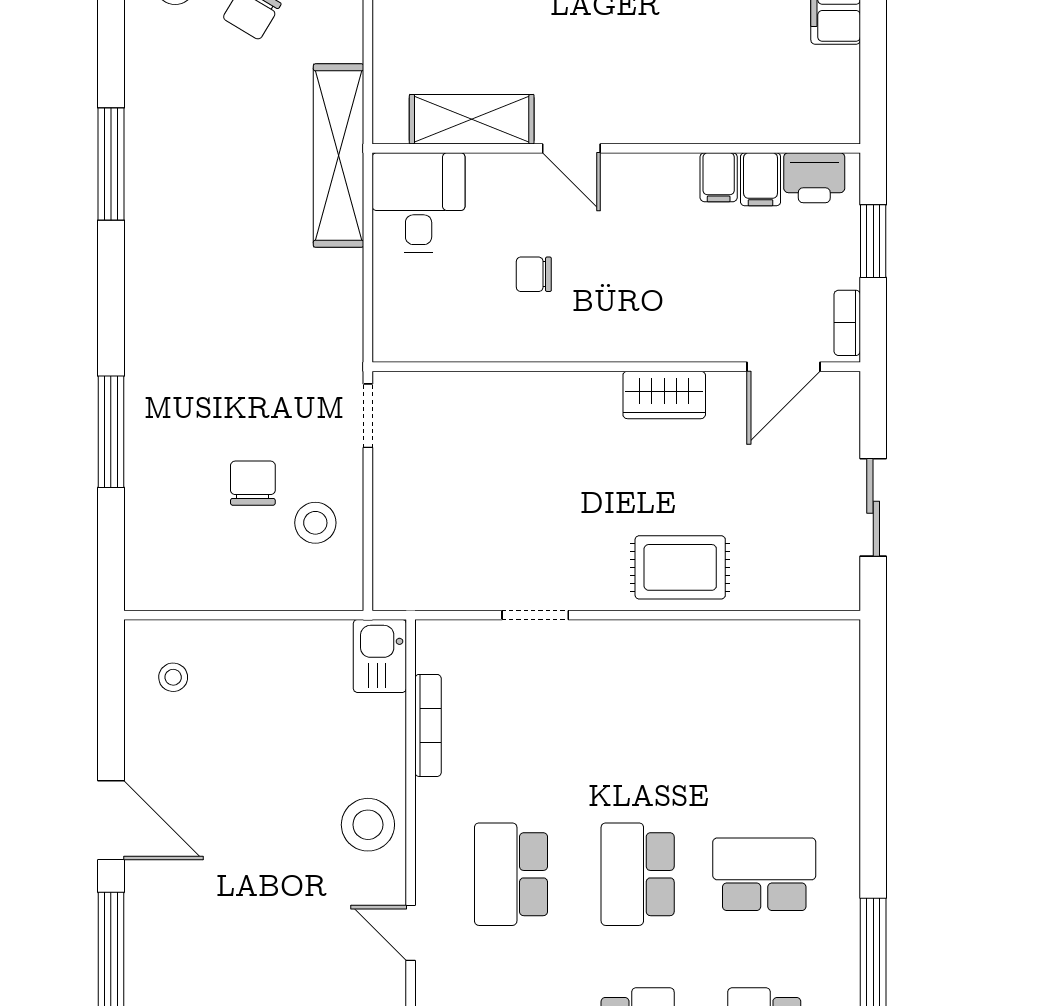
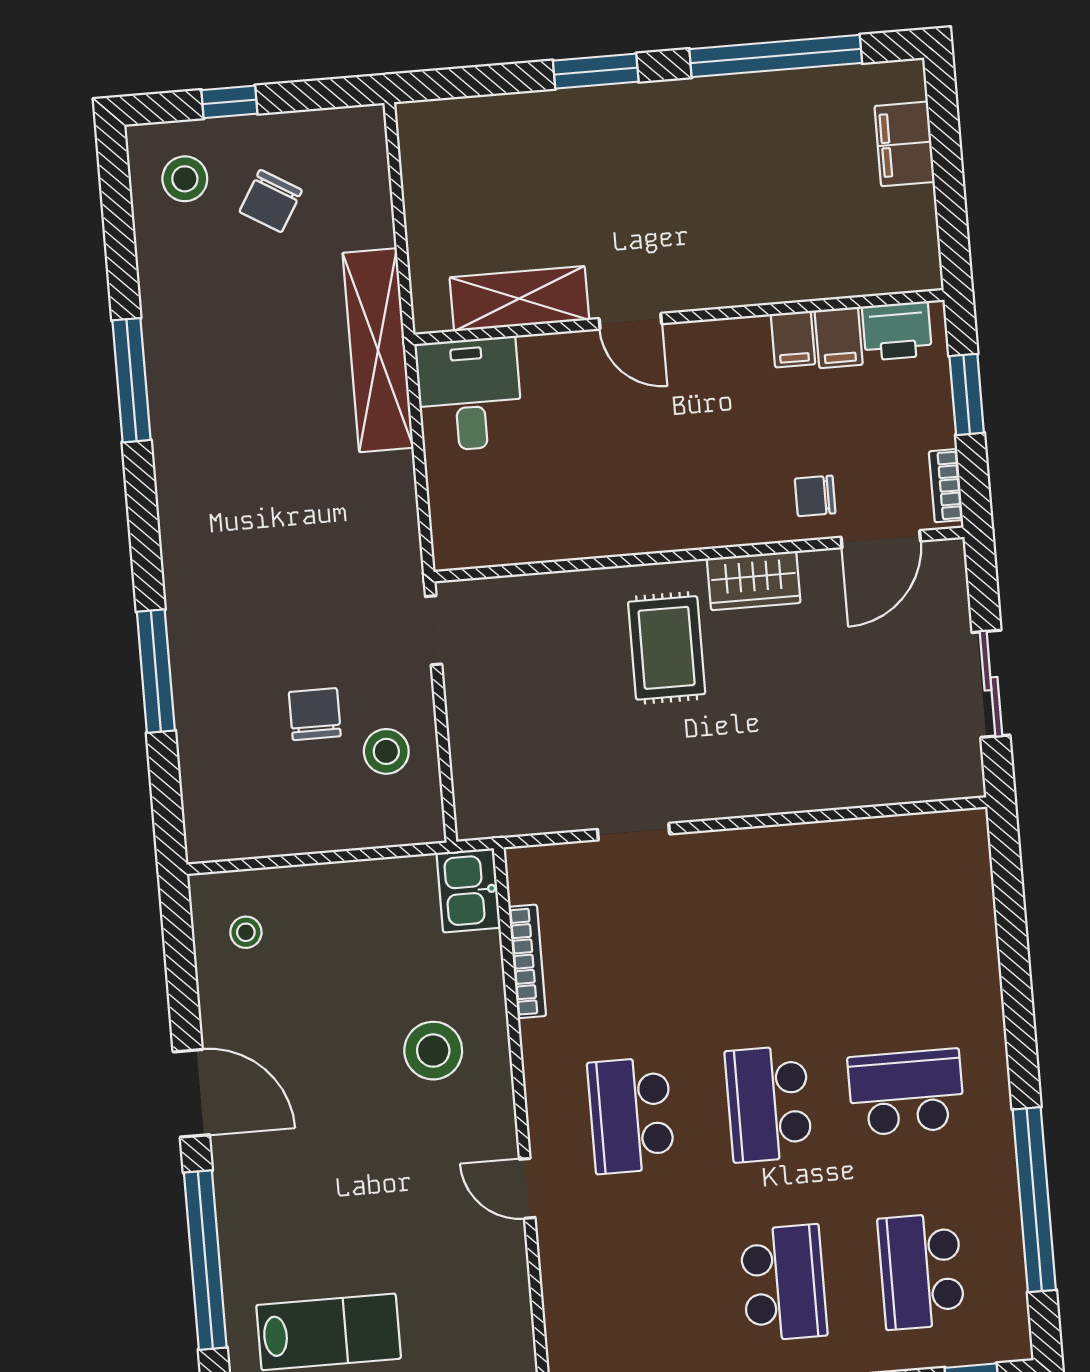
chair: (534, 274) -> (815, 496), moved
rug: (680, 567) -> (667, 648), moved, turned 90
stool: (368, 825) -> (433, 1051), moved

